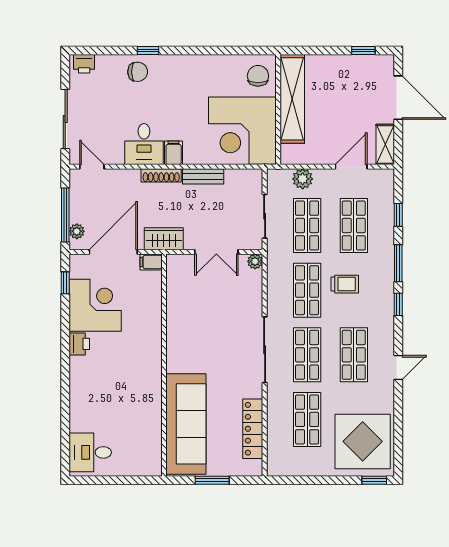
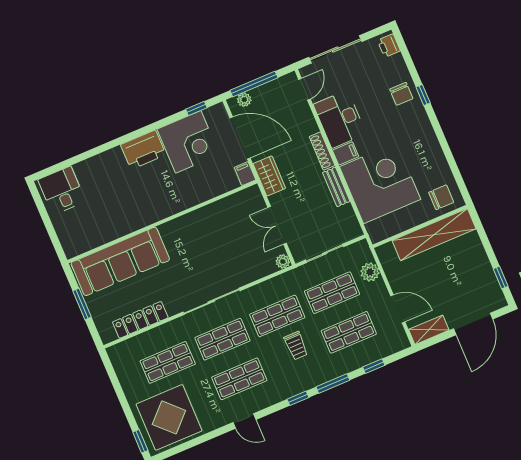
corner desk: (242, 131) -> (380, 183), moved, turned 90
desk: (144, 144) -> (340, 119), width x1.37
printer: (79, 344) -> (143, 150), width x1.87, depth x1.48

